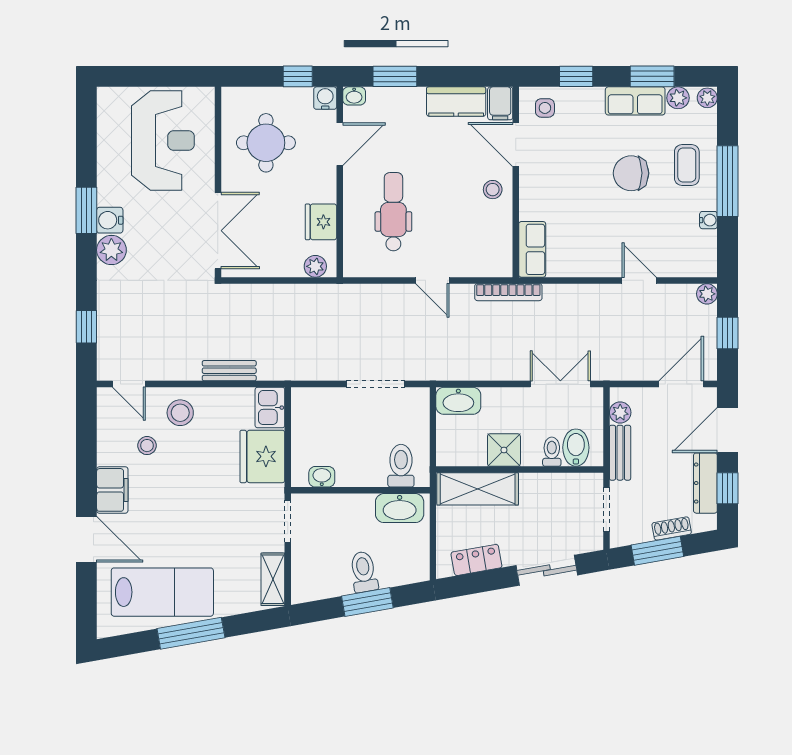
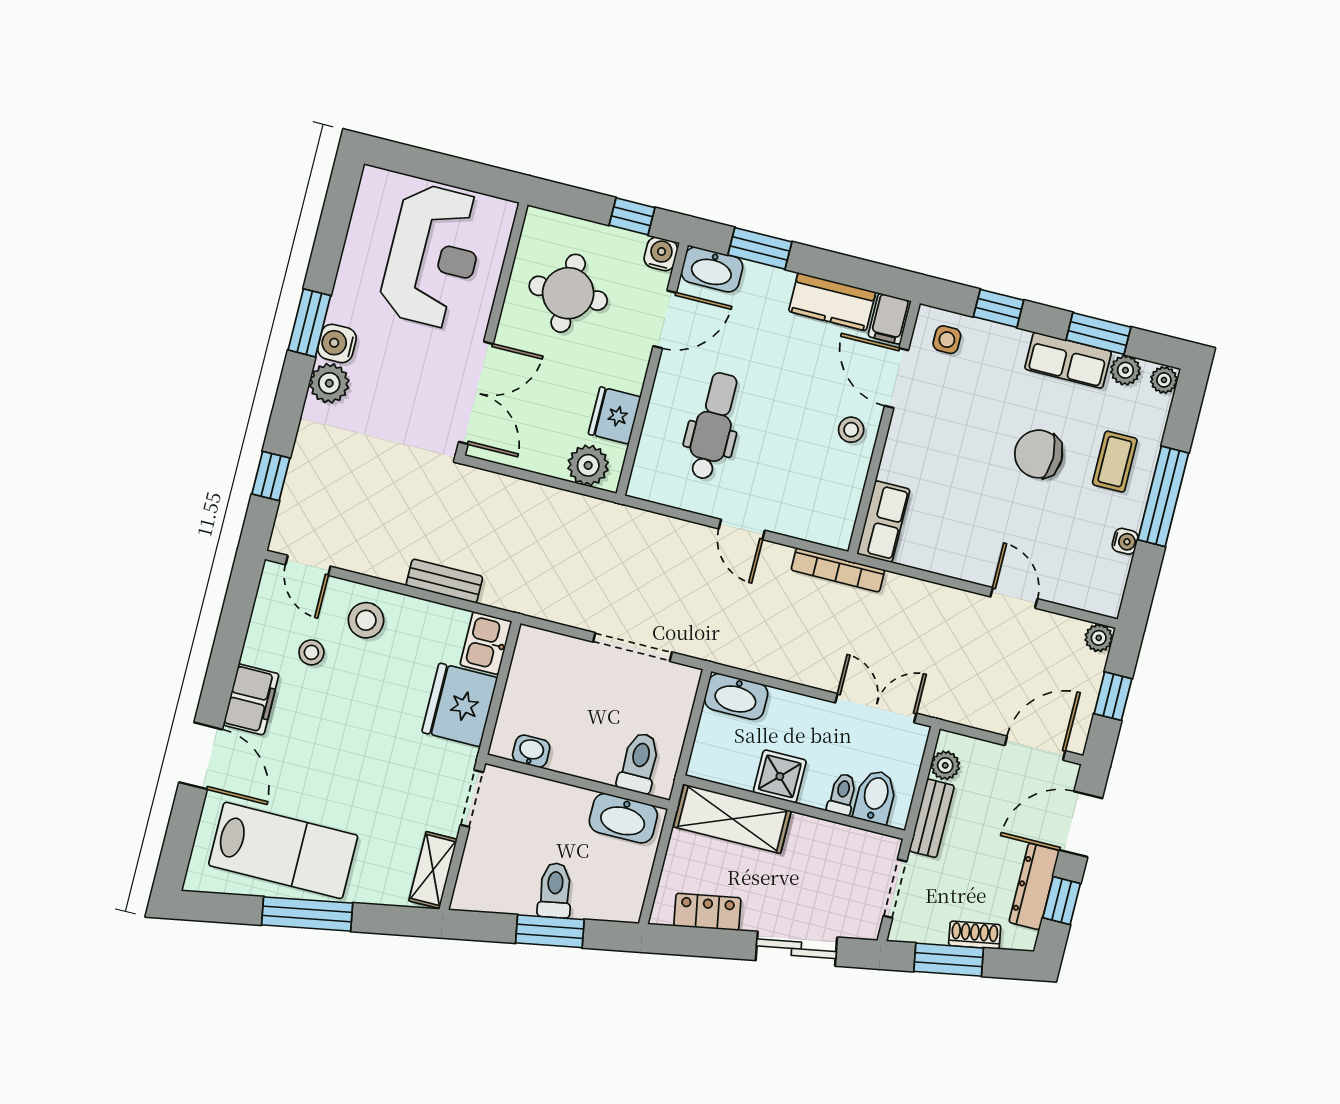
washbasin: (354, 96) -> (712, 269), width x1.91, depth x1.45
plant: (315, 266) -> (588, 465), width x1.38, depth x1.38

